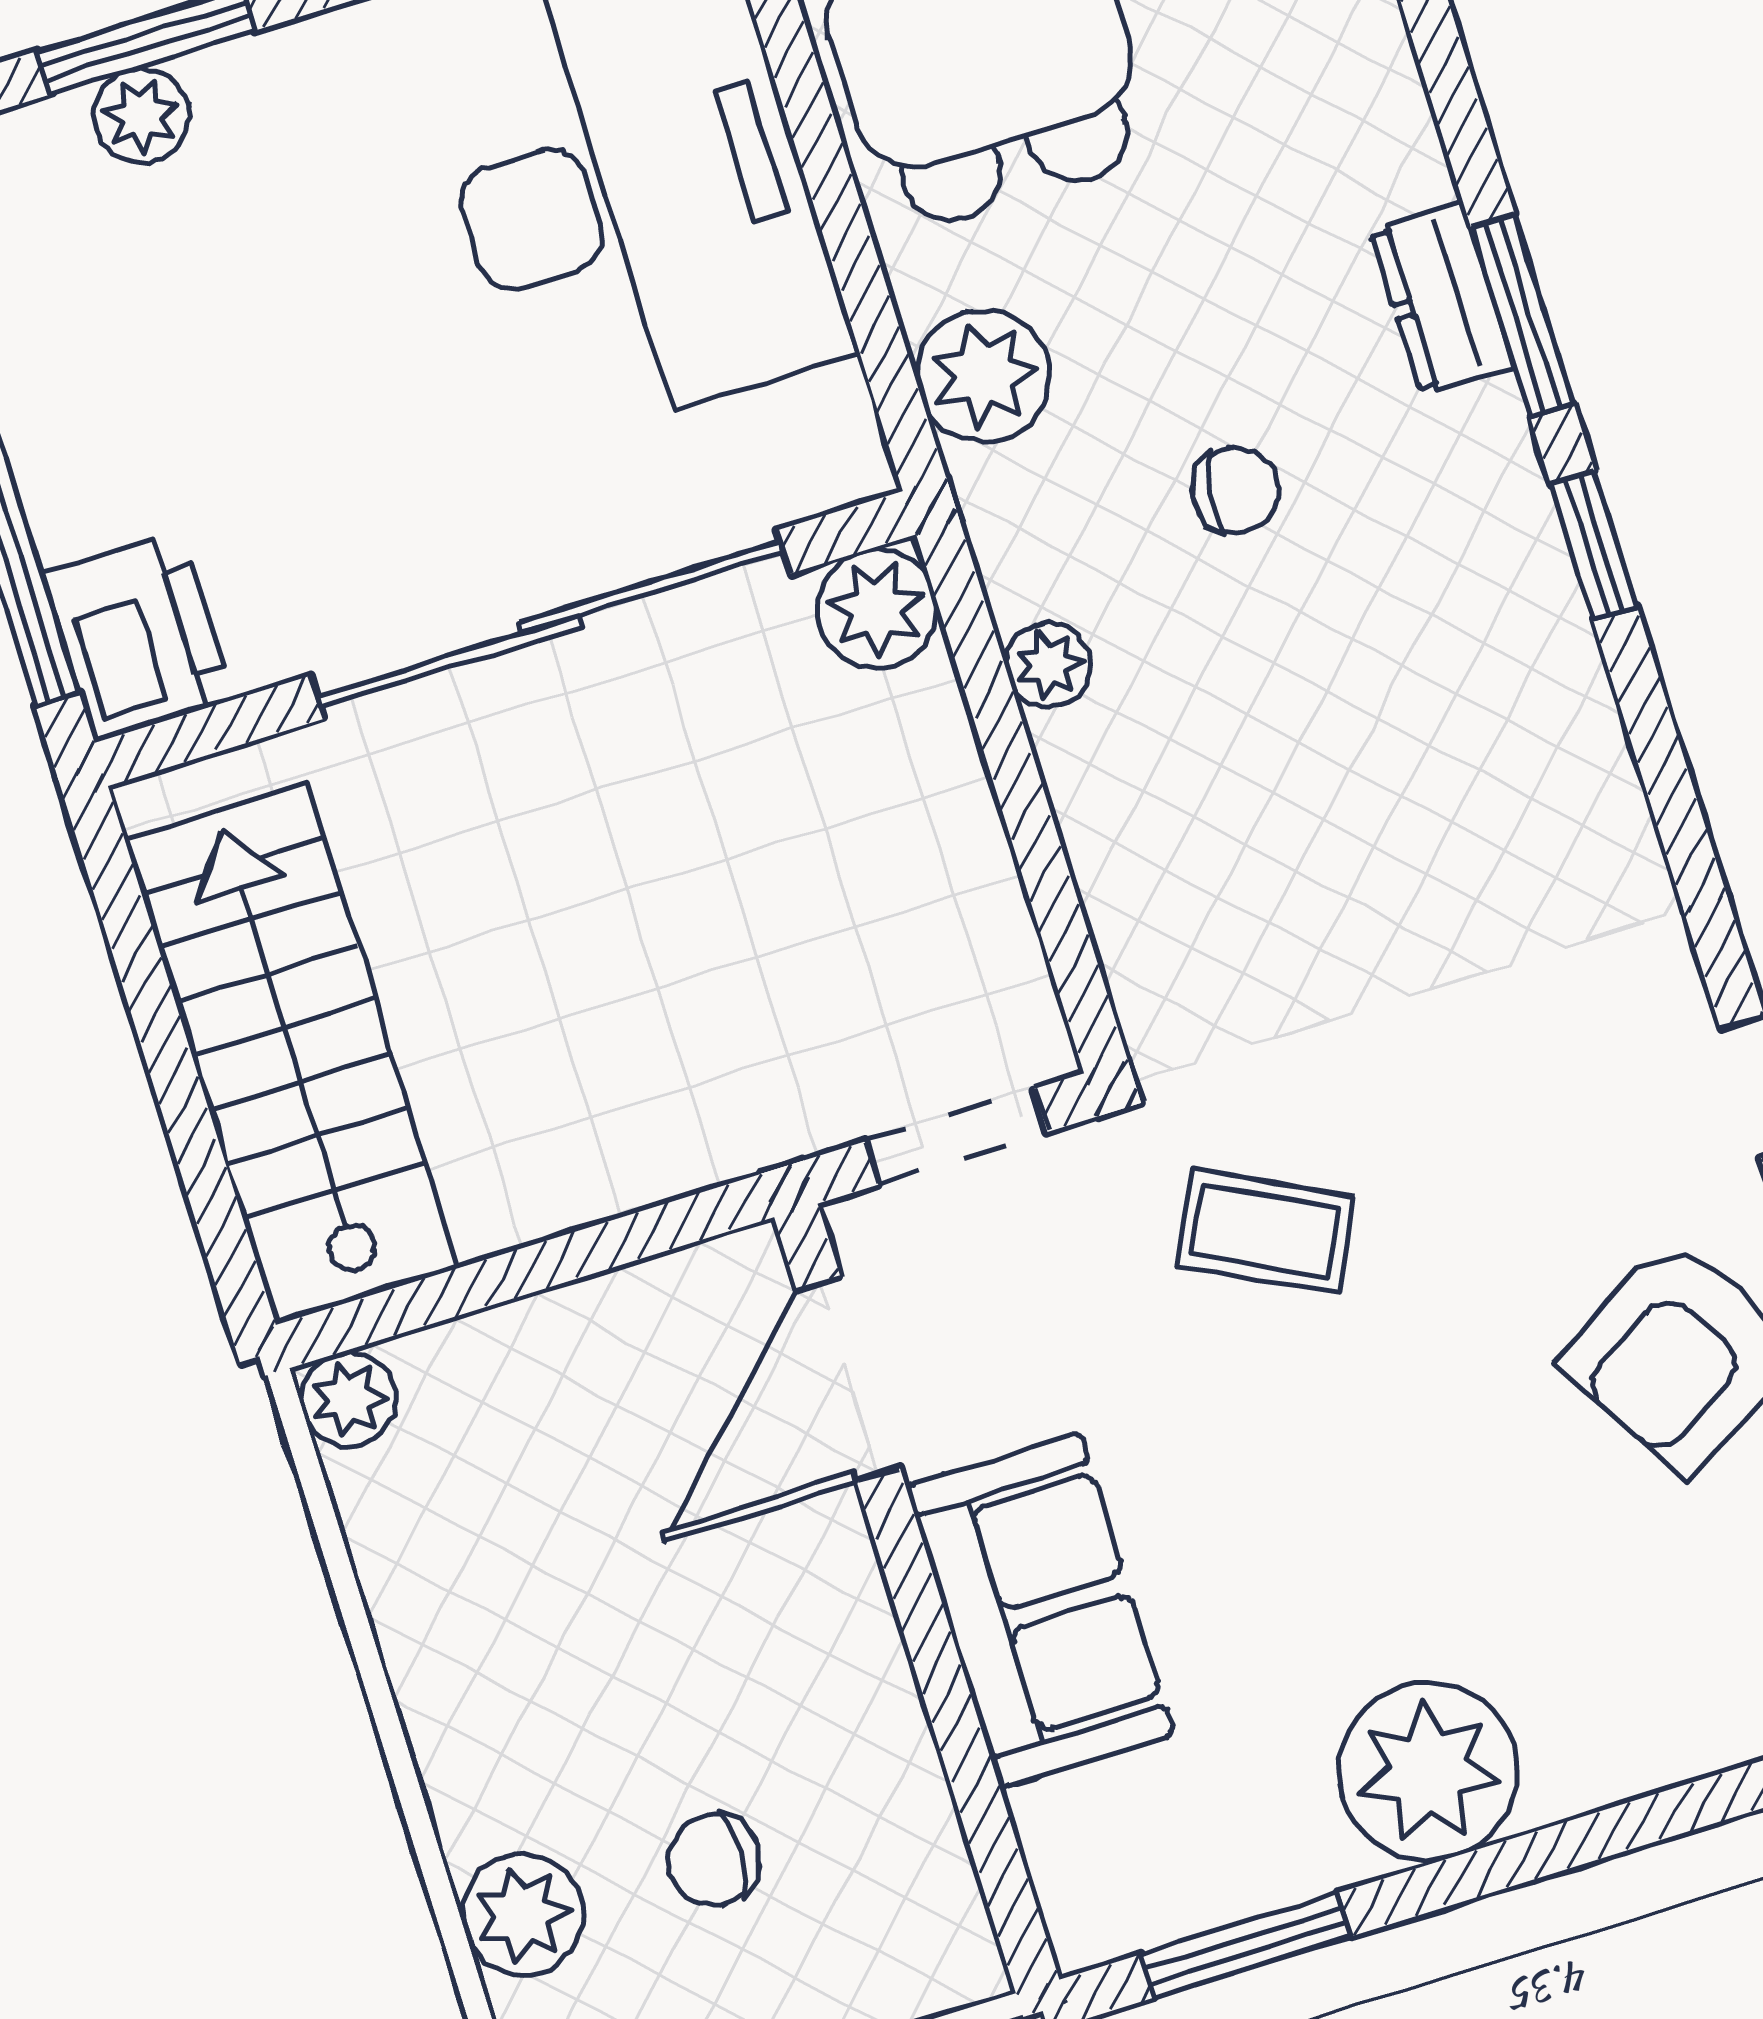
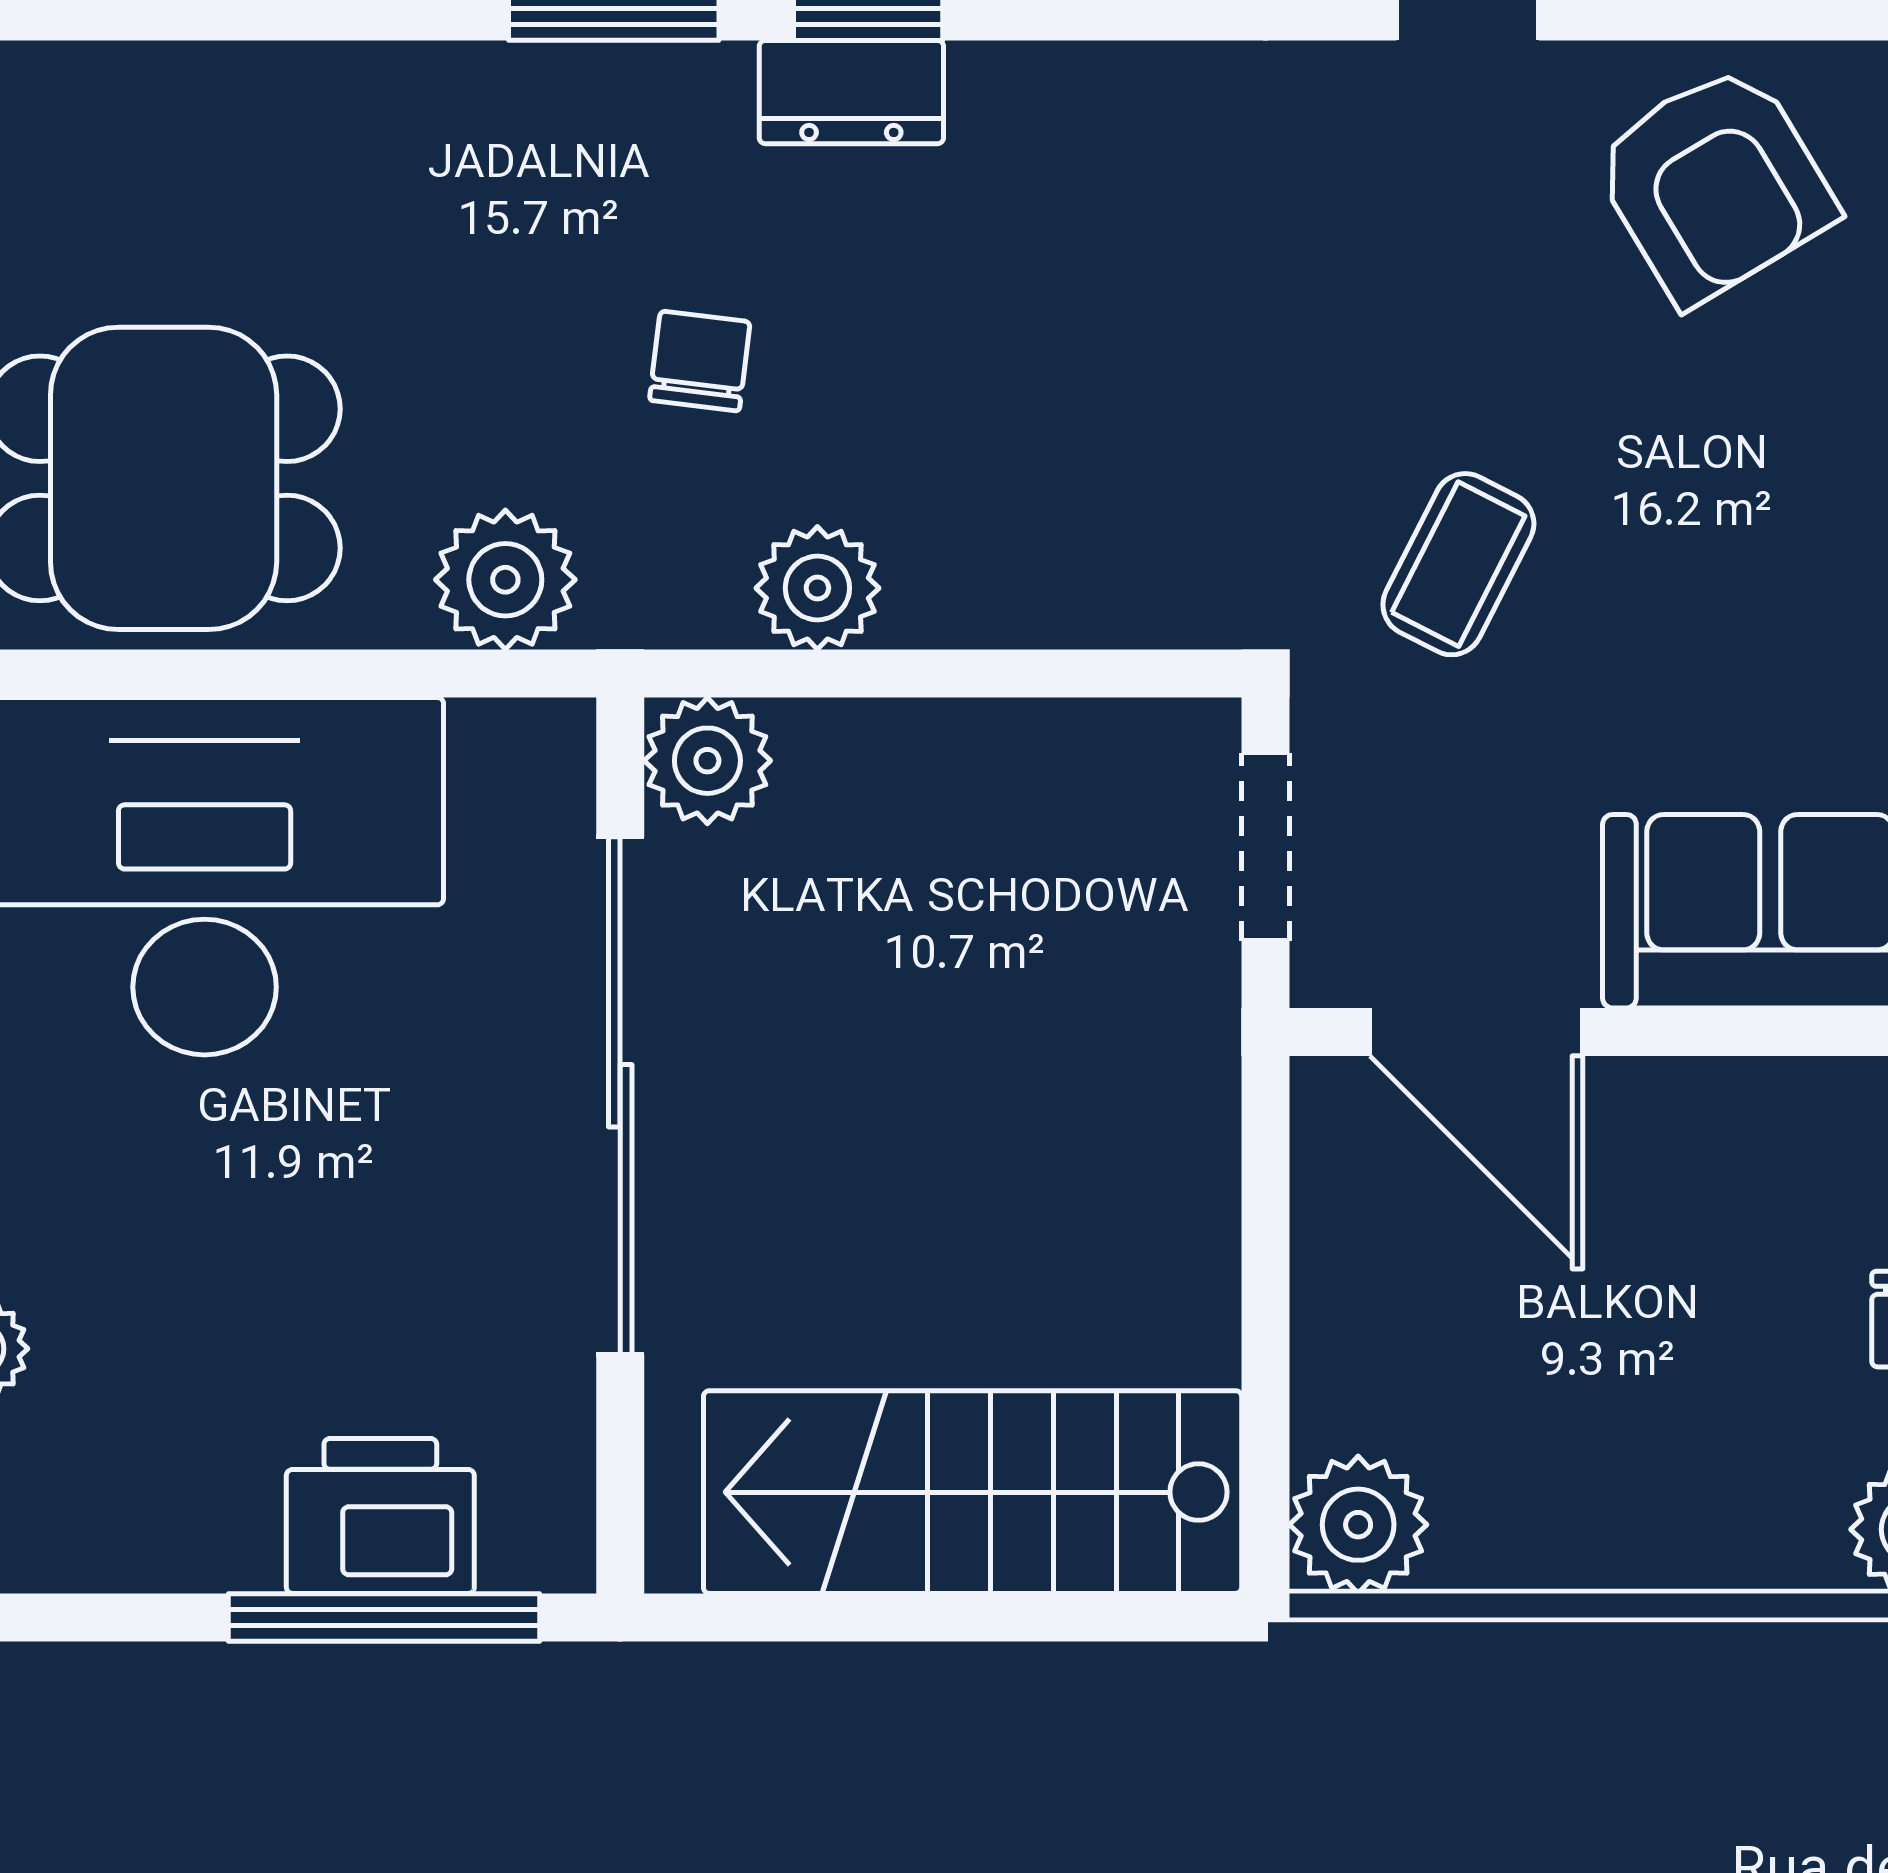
dresser: (1442, 298) -> (851, 92), moved
printer: (138, 636) -> (380, 1516), moved
plant: (1049, 665) -> (817, 588), width x1.38, depth x1.38
plant: (348, 1399) -> (1358, 1525), width x1.38, depth x1.38

